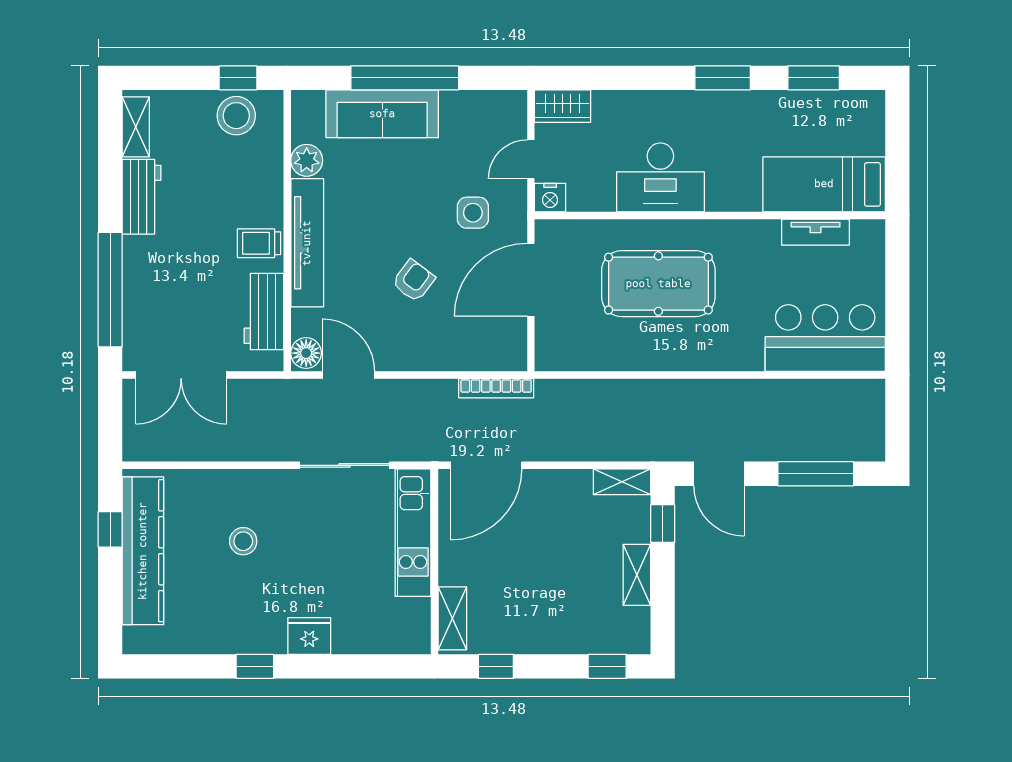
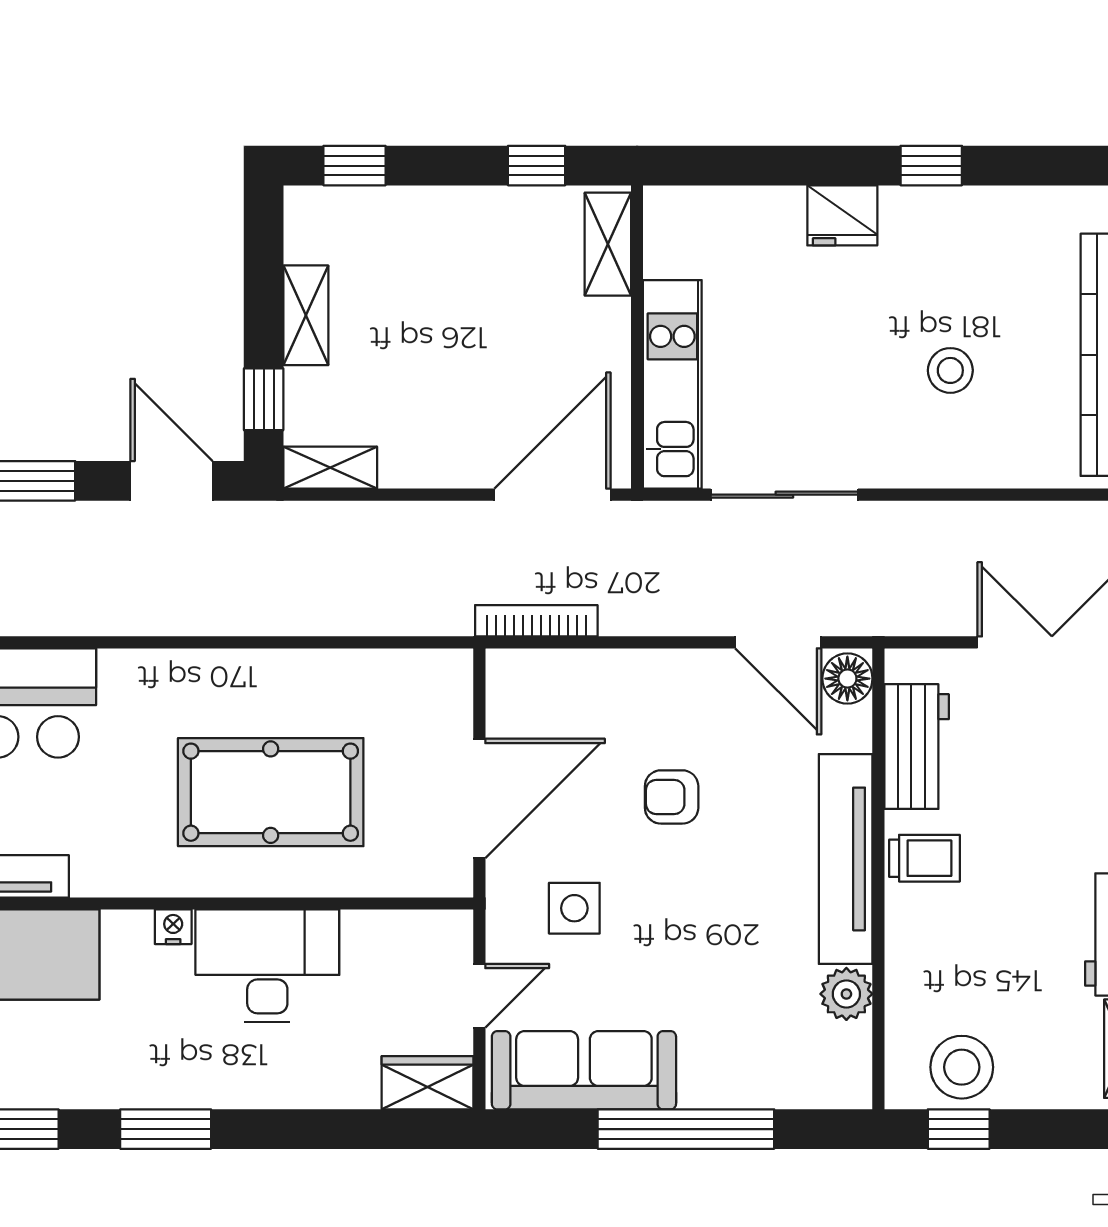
sofa: (382, 114) -> (584, 1070), moved
nightstand: (550, 198) -> (173, 927), moved, width x0.72, depth x0.74
armchair: (413, 281) -> (672, 797), turned 53

